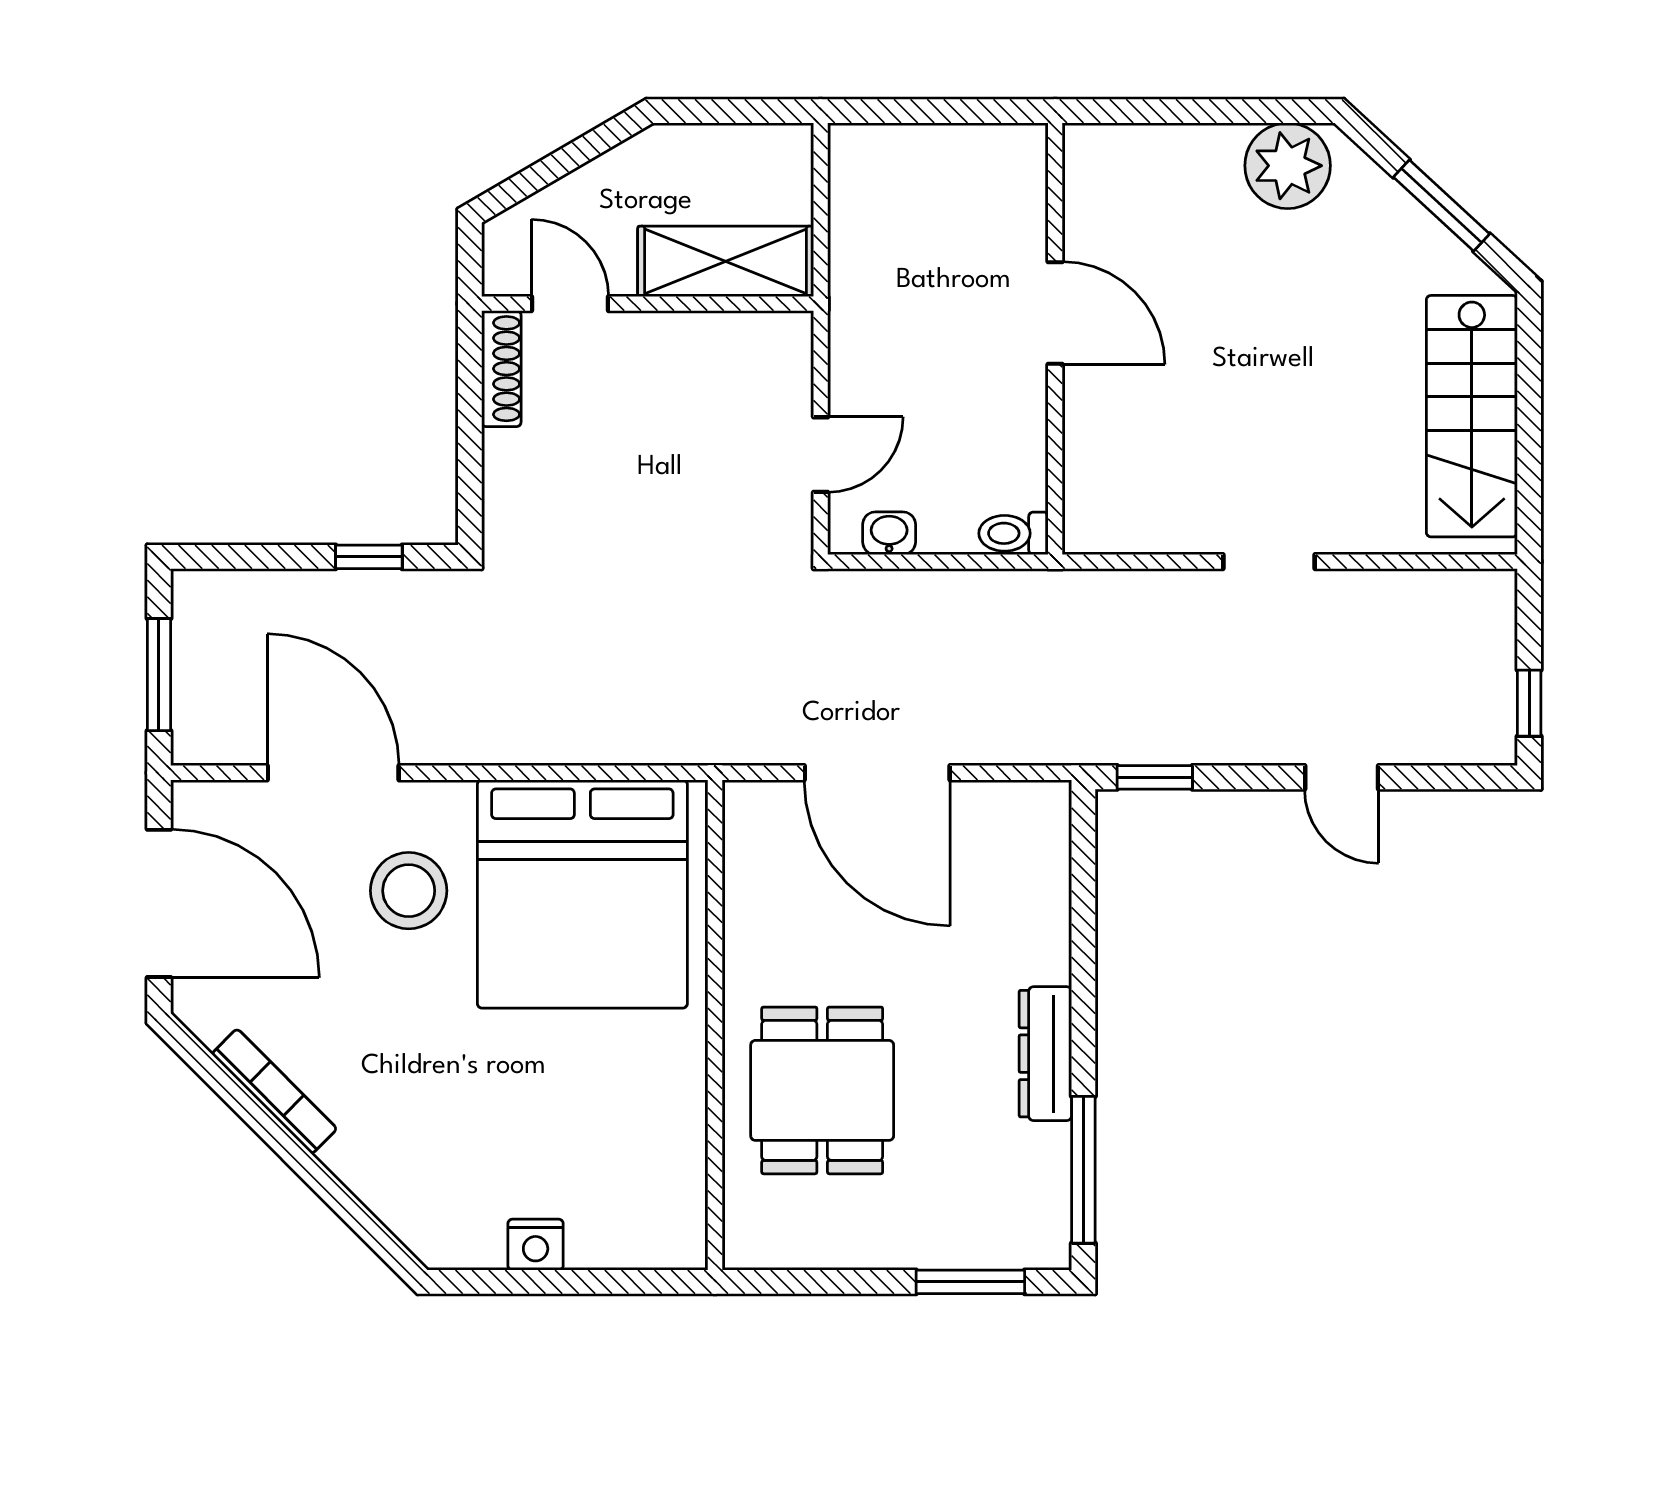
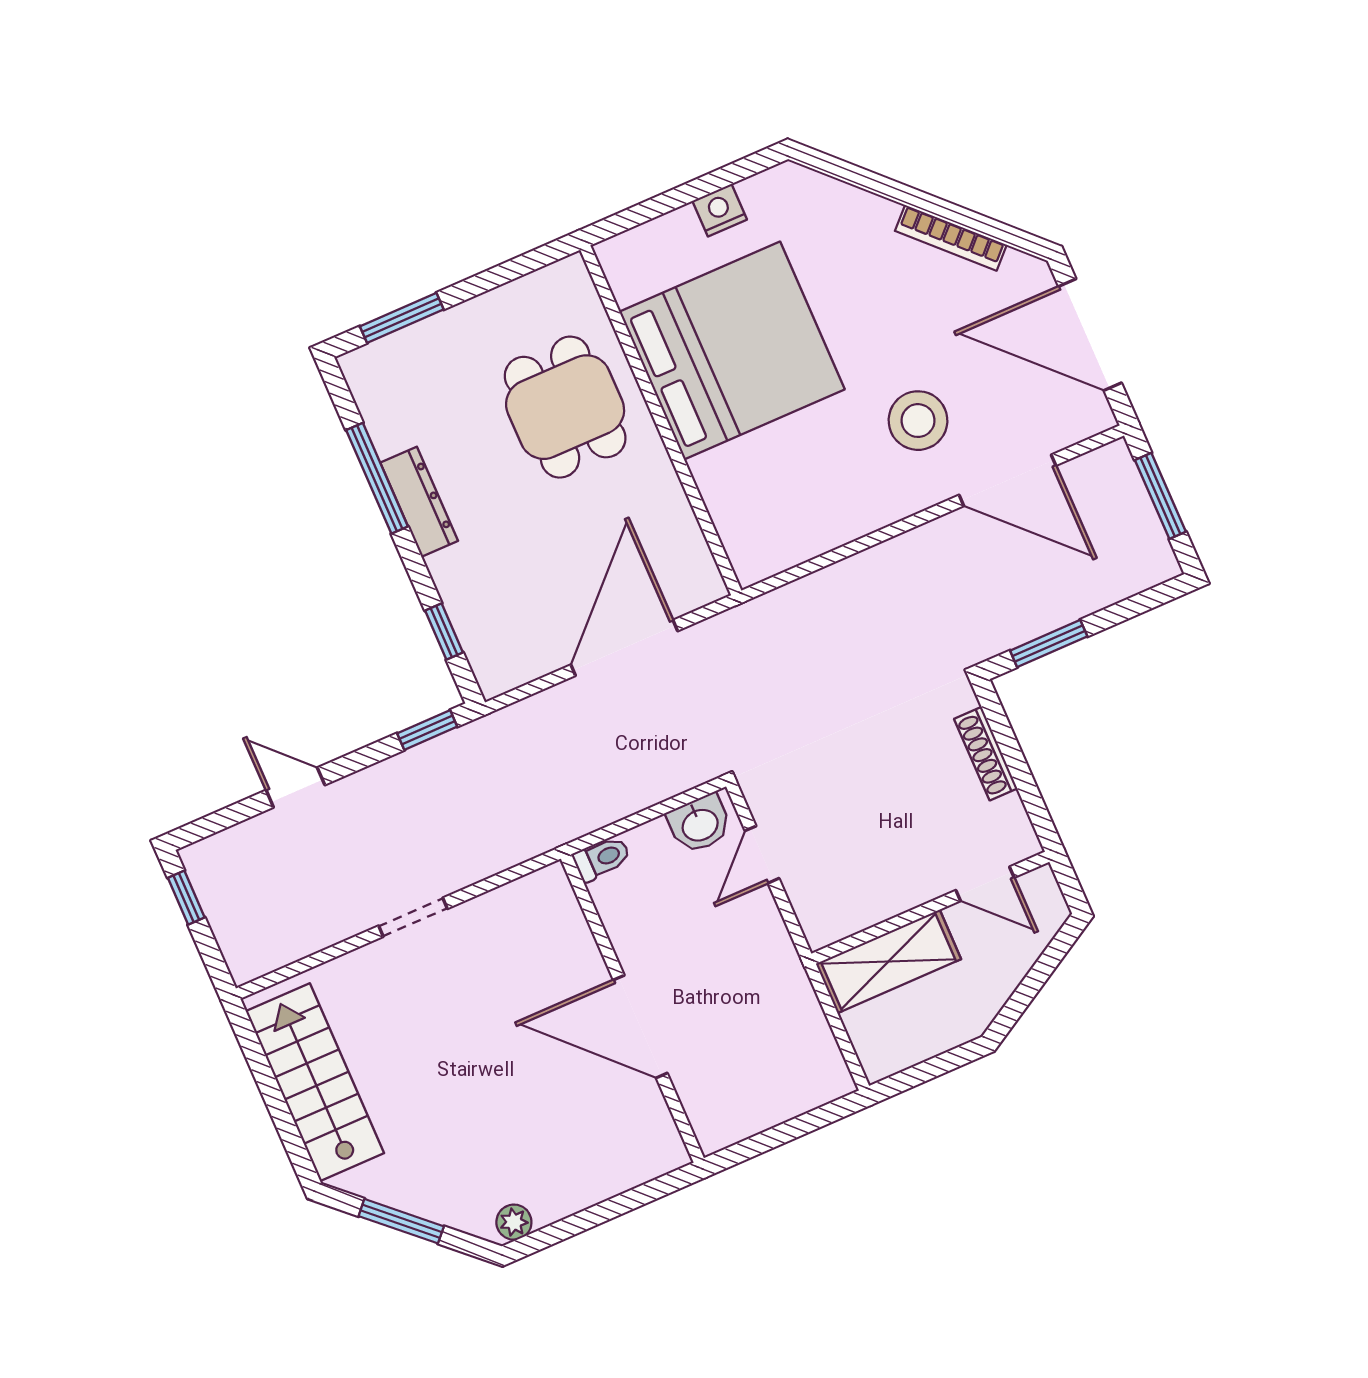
plant: (1288, 166) -> (514, 1222), width x0.53, depth x0.53
door: (1055, 313) -> (640, 1027), width x1.36
shoe rack: (501, 369) -> (986, 754), moved
washbasin: (889, 533) -> (700, 824), width x1.38, depth x1.45
window: (369, 557) -> (1049, 643), width x1.50
door: (877, 773) -> (624, 648), hinge flipped
window: (1083, 886) -> (444, 631), added
bed: (582, 894) -> (732, 351), moved, turned 90
window: (1083, 1170) -> (377, 478), moved

